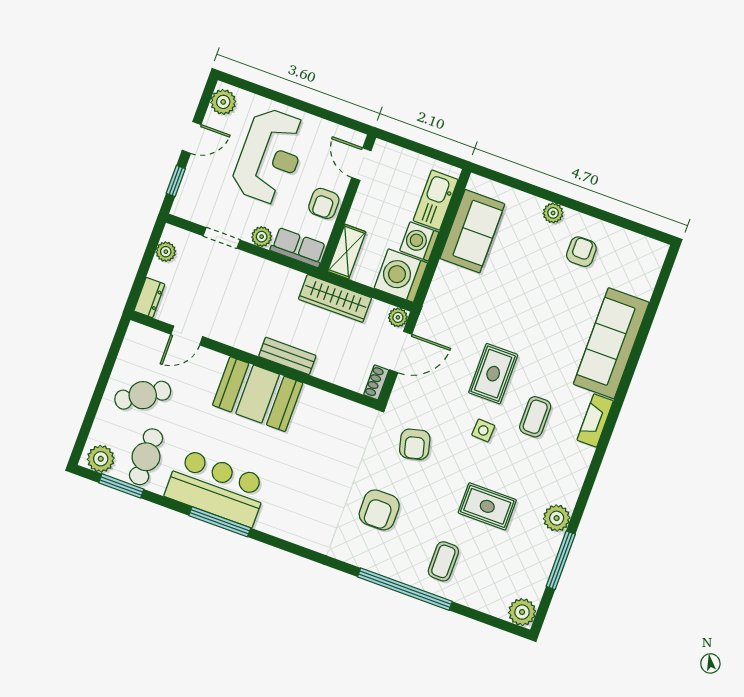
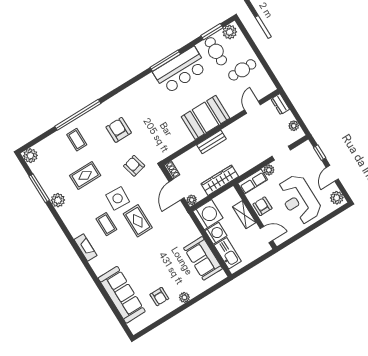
shelving: (347, 252) -> (244, 215), moved
sofa: (611, 343) -> (122, 295), moved
cafe table: (143, 395) -> (242, 70), turned 33
side table: (483, 430) -> (118, 198), width x1.87, depth x1.87

